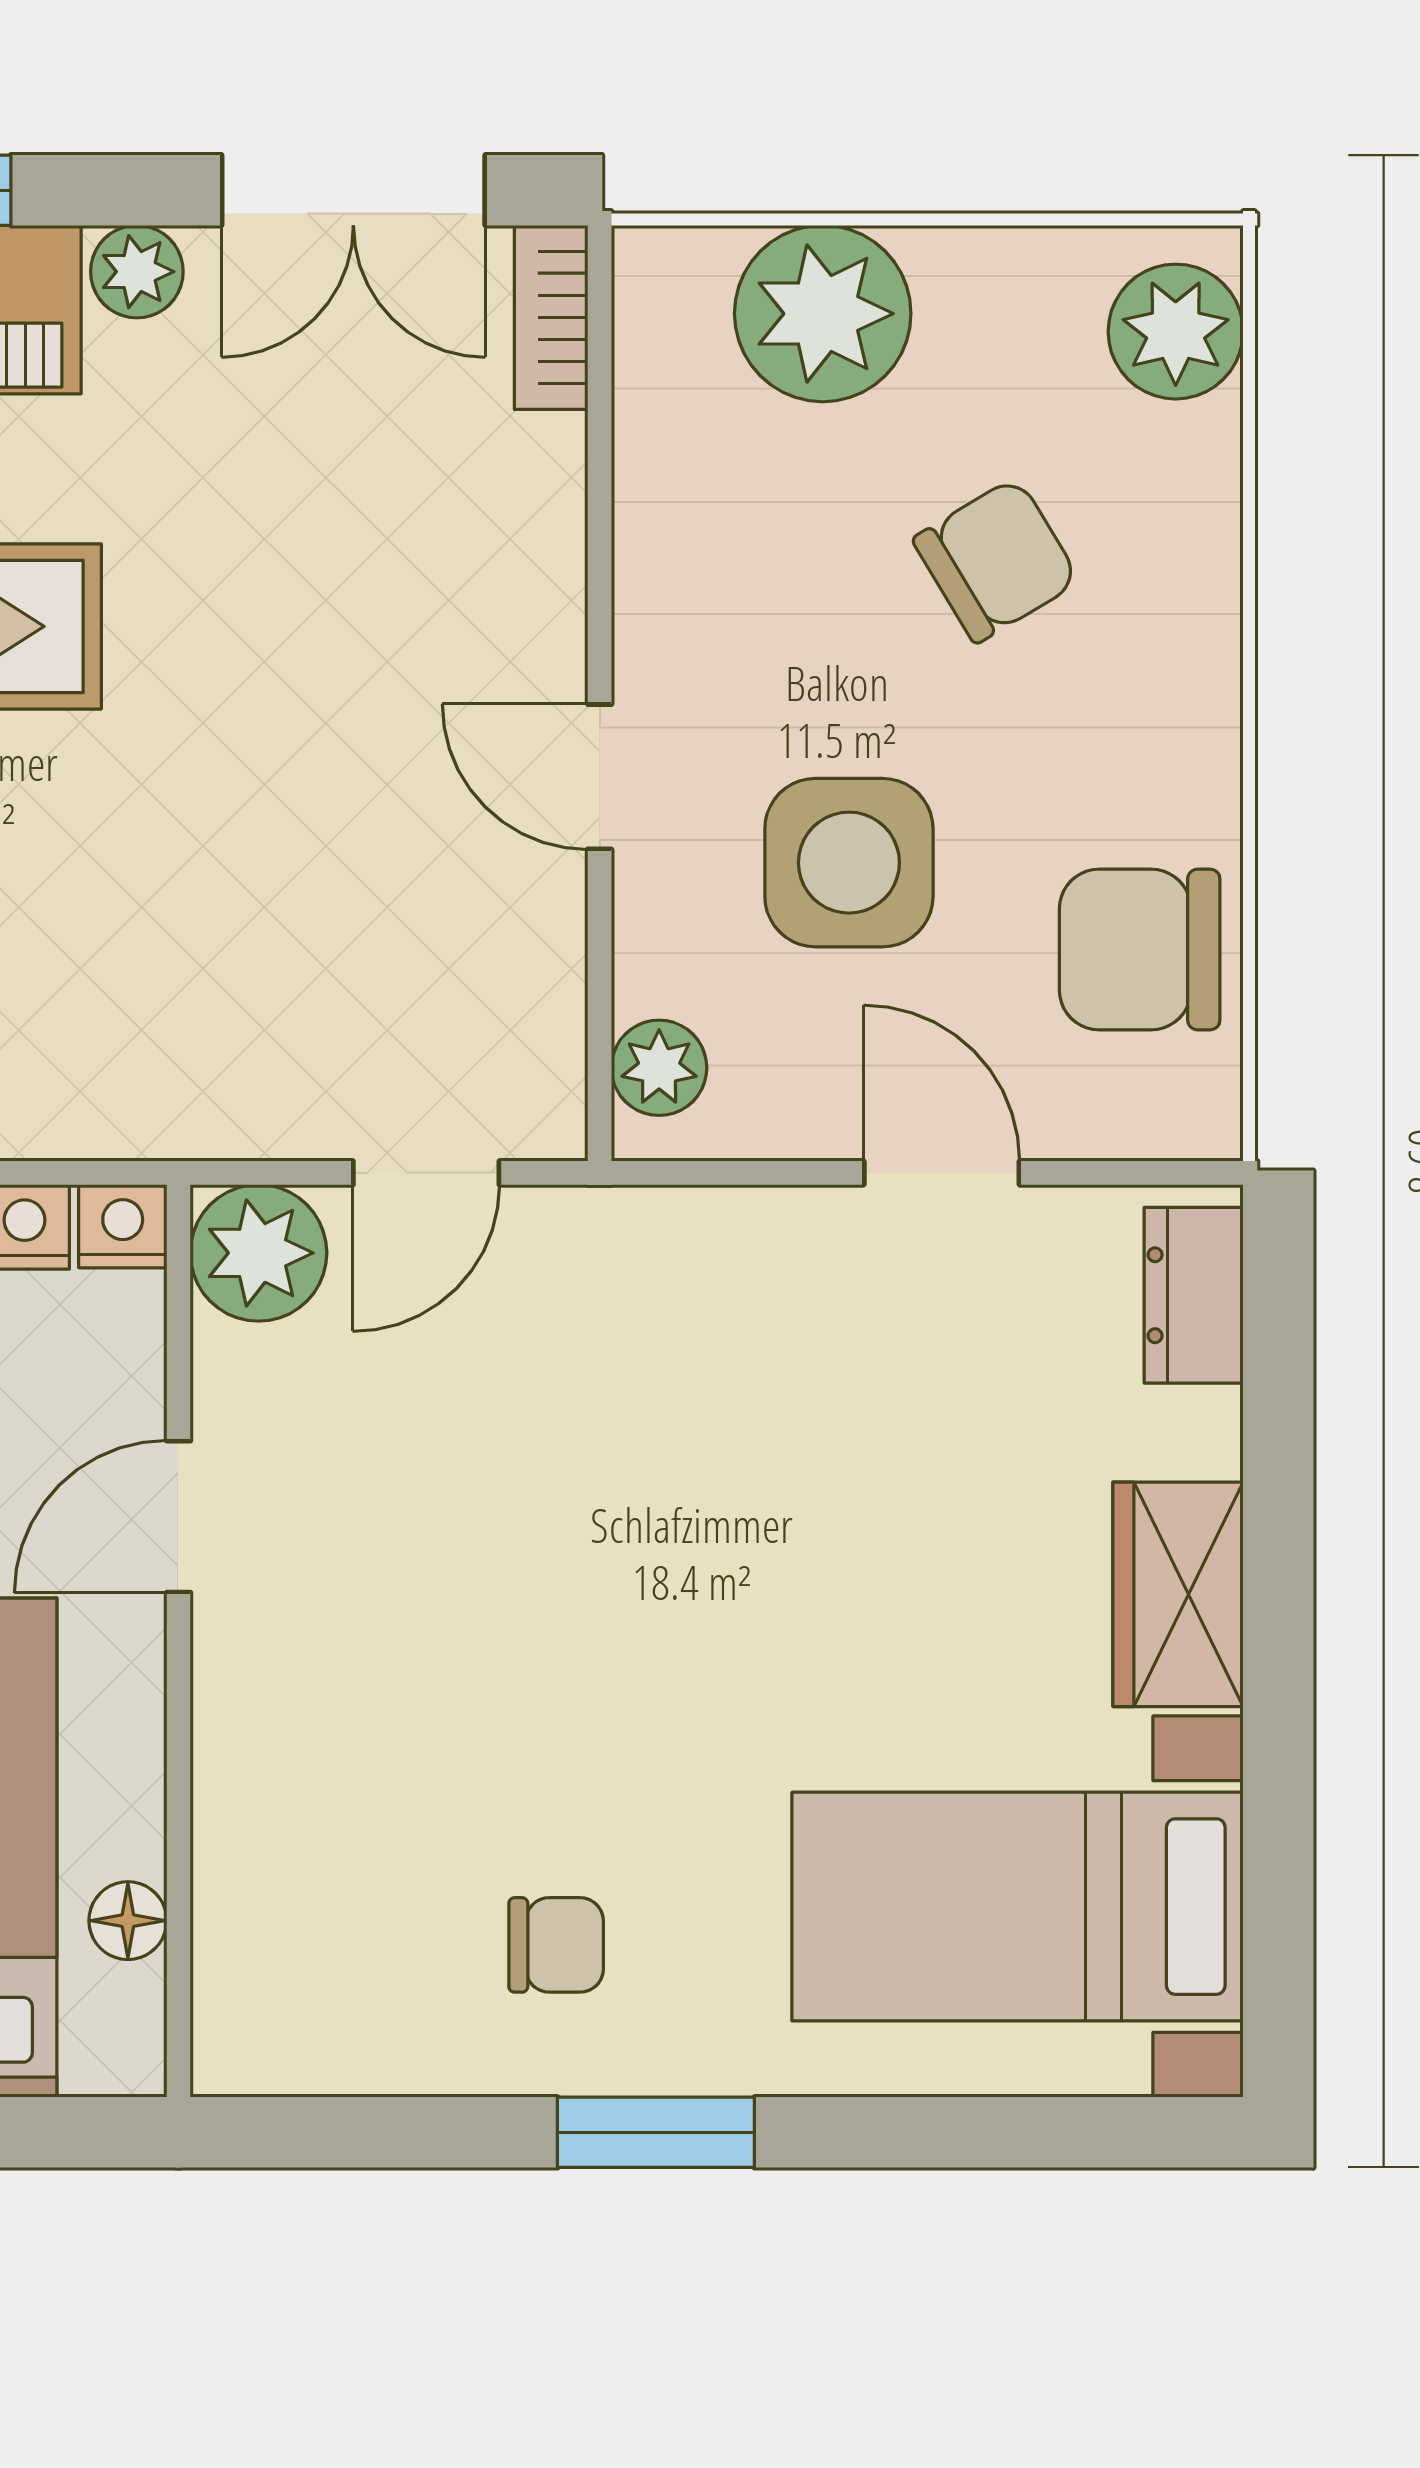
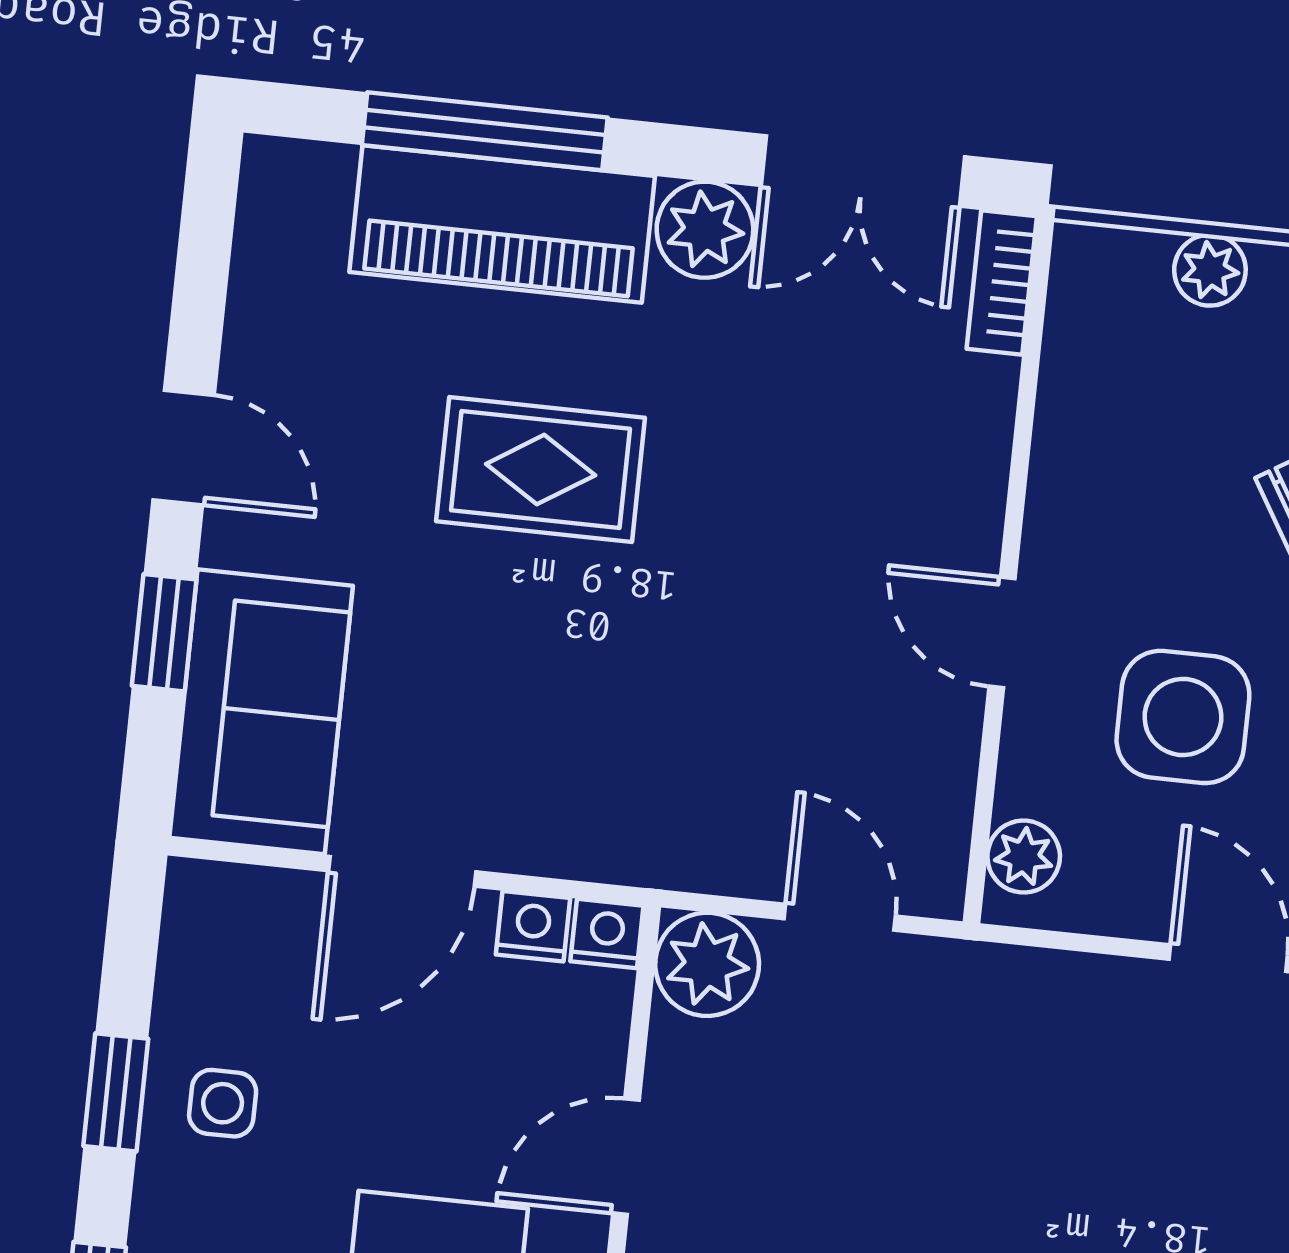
plant: (137, 272) -> (705, 230), width x1.38, depth x1.38
plant: (823, 314) -> (1210, 270), width x0.53, depth x0.53
door: (426, 1173) -> (840, 917), swing flipped

